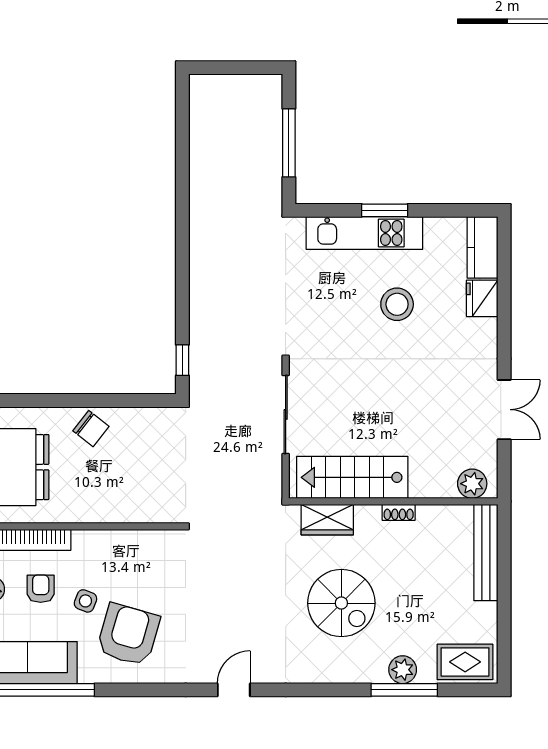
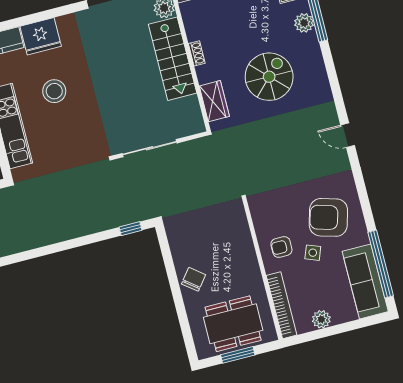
fridge: (482, 298) -> (41, 36), width x1.36, depth x1.34
stairs: (352, 477) -> (173, 59), moved
armchair: (41, 589) -> (281, 247), moved

